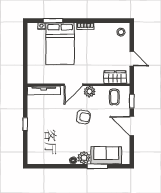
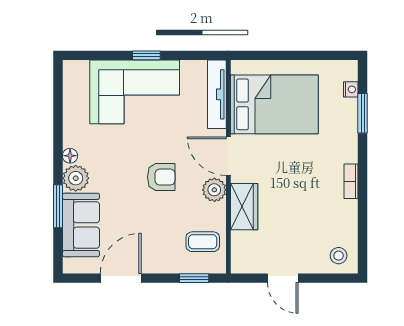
bed: (60, 44) -> (274, 104), moved, turned 180
door: (132, 59) -> (283, 278), hinge flipped
wardrobe: (115, 77) -> (244, 207), moved
armchair: (83, 117) -> (161, 177), turned -97
door: (132, 126) -> (121, 278), moved
corner sofa: (43, 130) -> (135, 92), added

